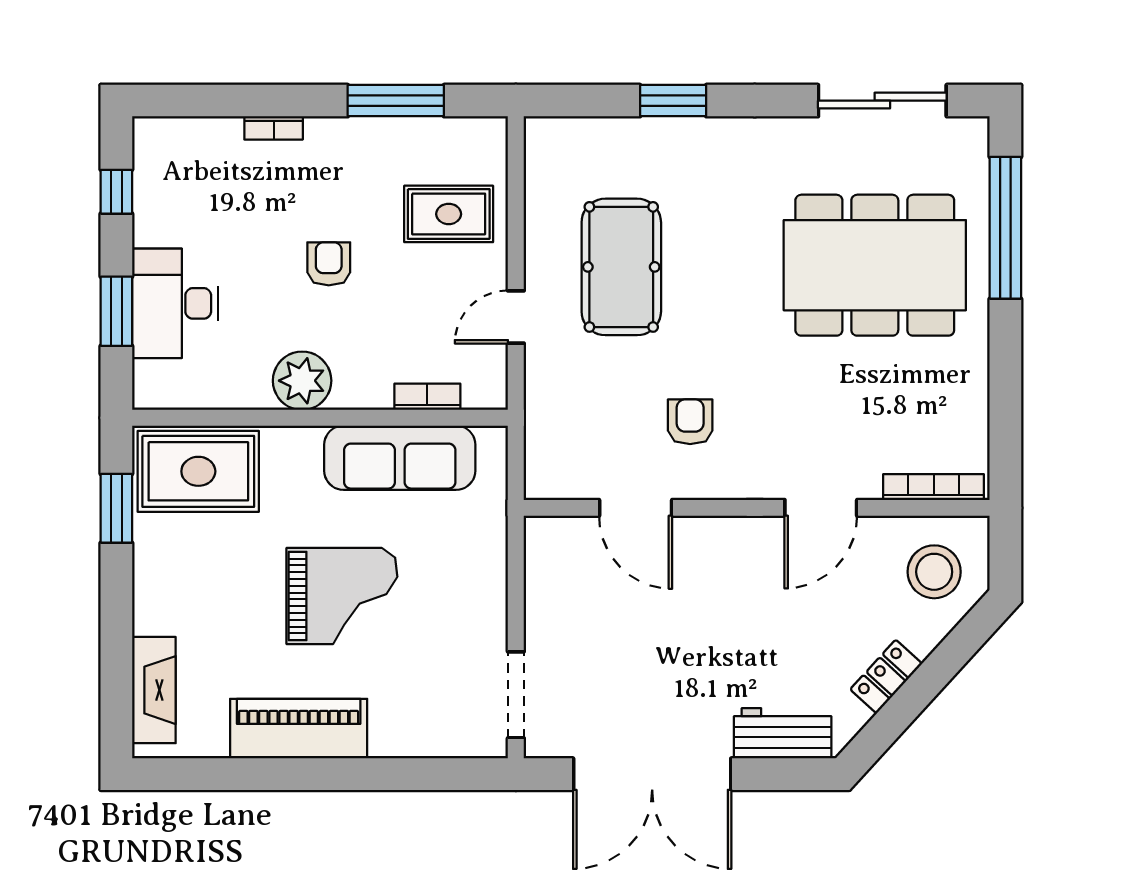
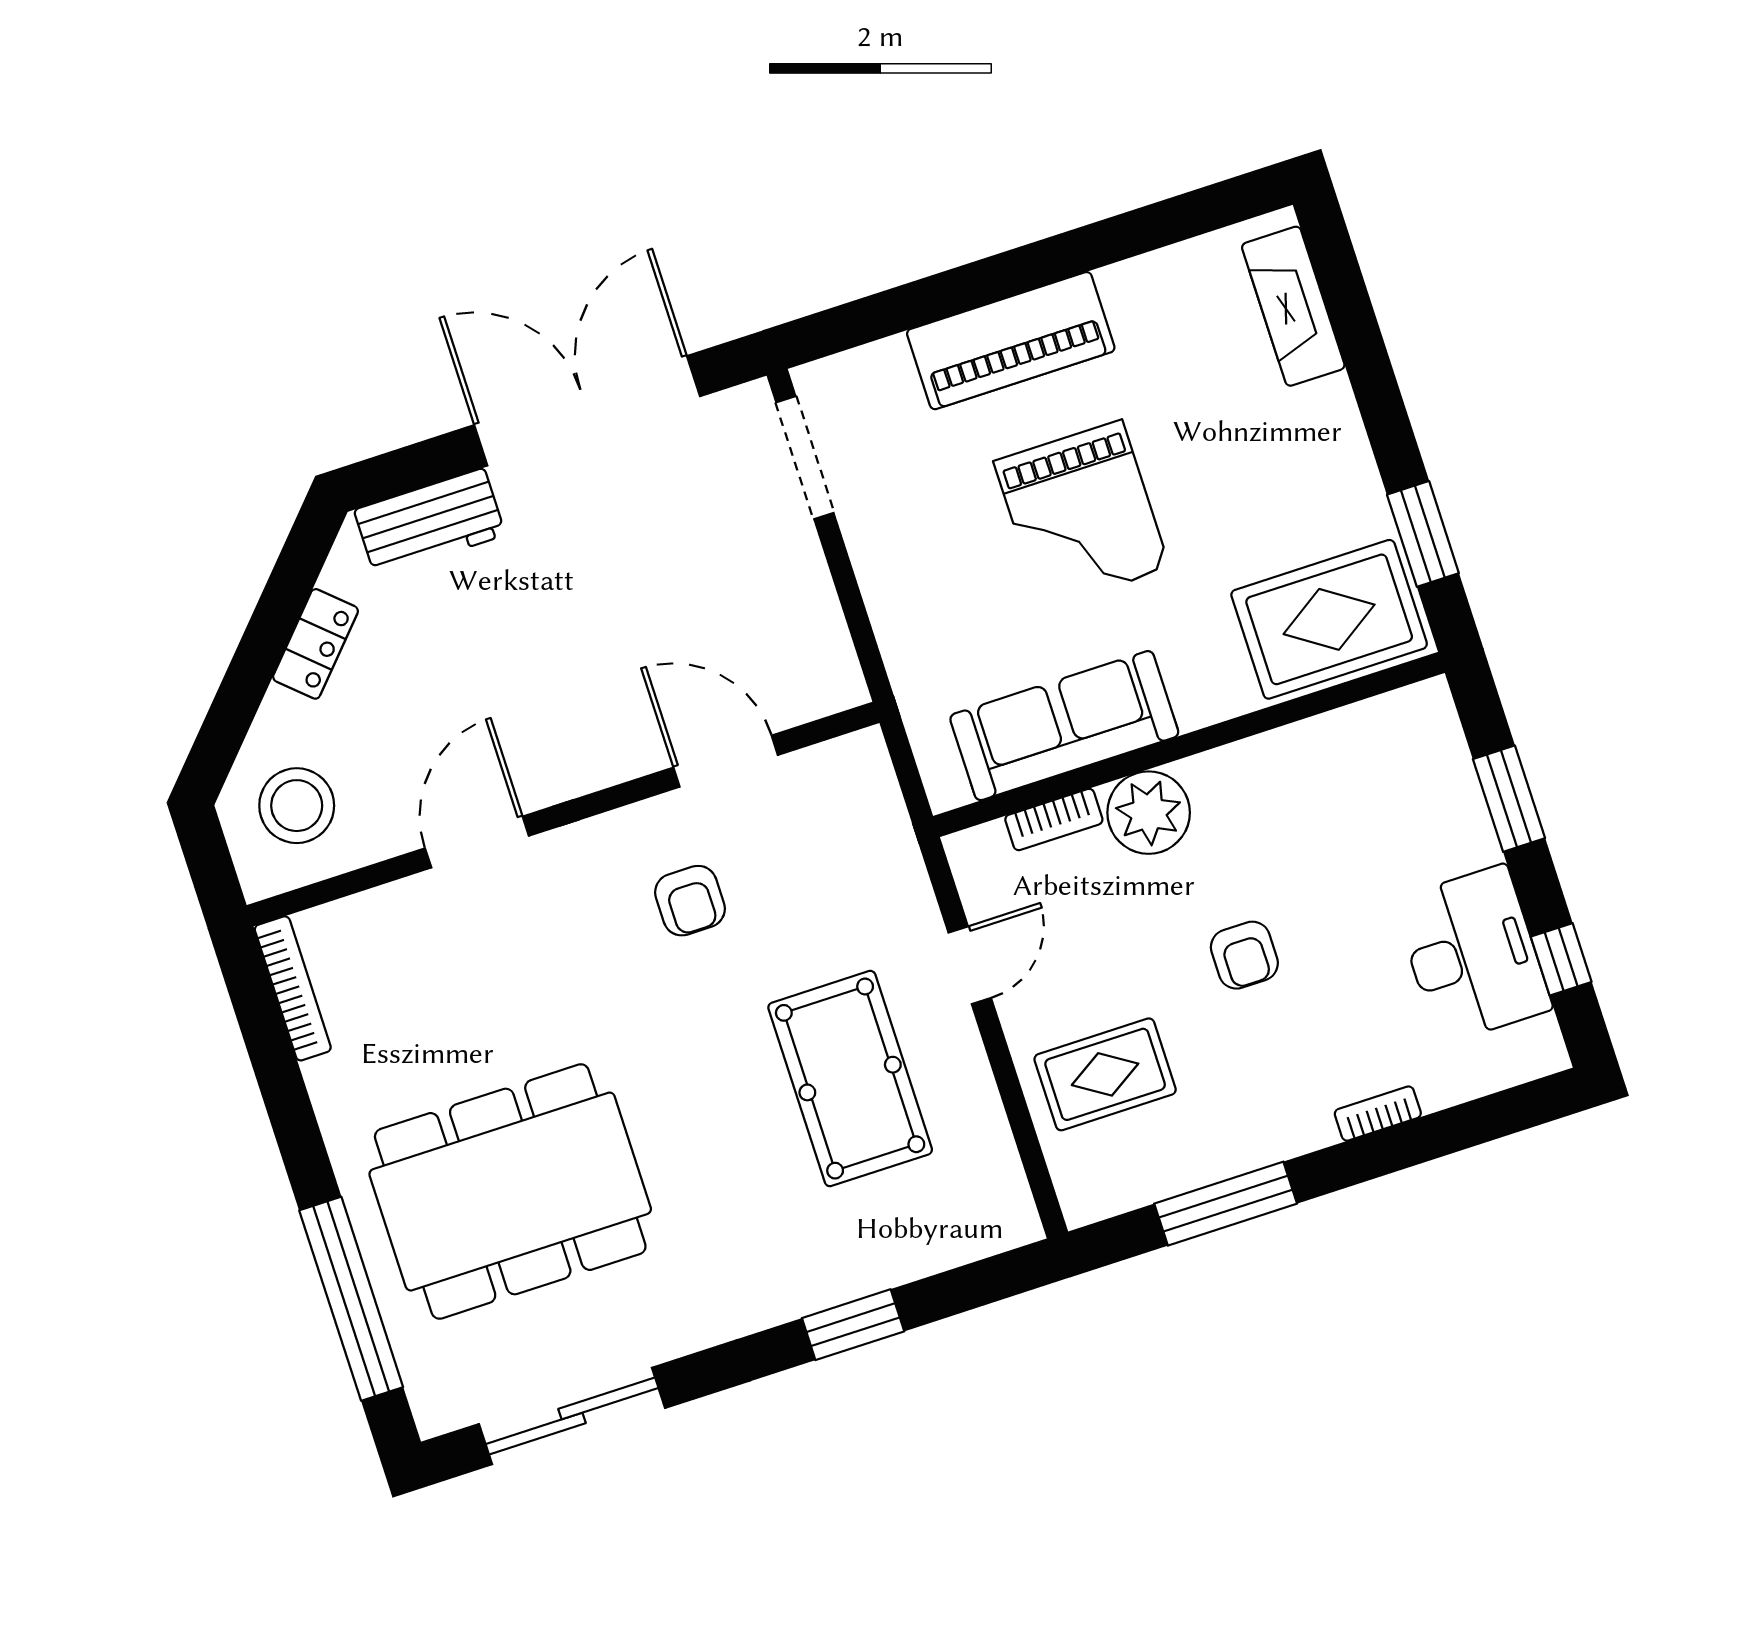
desk: (175, 303) -> (1472, 954), moved
plant: (302, 381) -> (1149, 813), moved
bookcase: (934, 487) -> (293, 988), moved, turned -90
grand piano: (342, 596) -> (1082, 515), turned -90
piano: (299, 729) -> (1011, 341), moved

